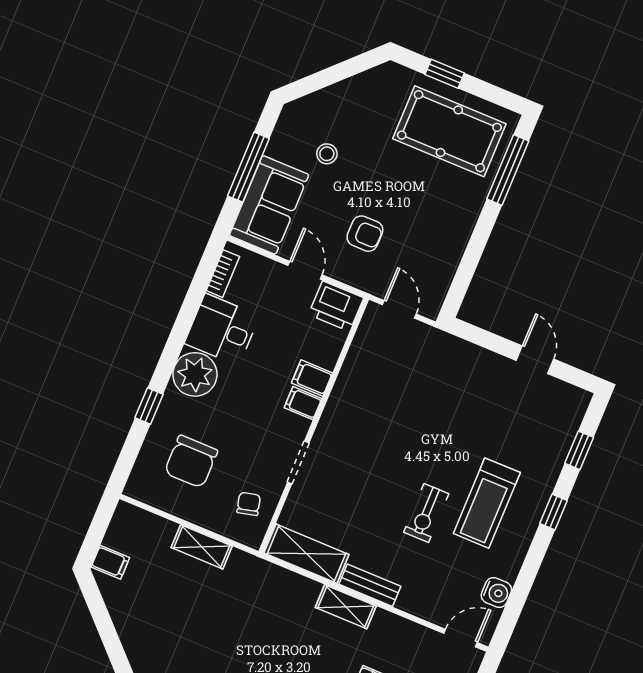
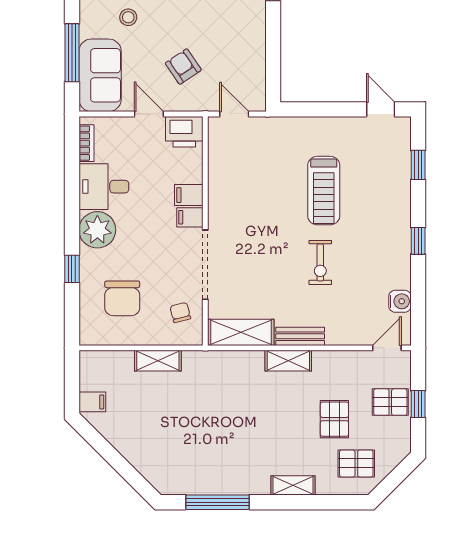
armchair: (365, 234) -> (183, 67), turned -124
door: (535, 360) -> (381, 109), moved
doorway: (298, 463) -> (205, 265), width x1.88
treadmill: (487, 503) -> (324, 191), moved
window: (553, 512) -> (418, 241), moved

